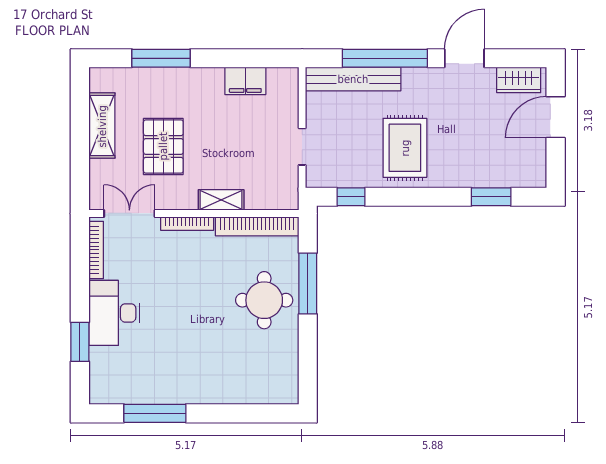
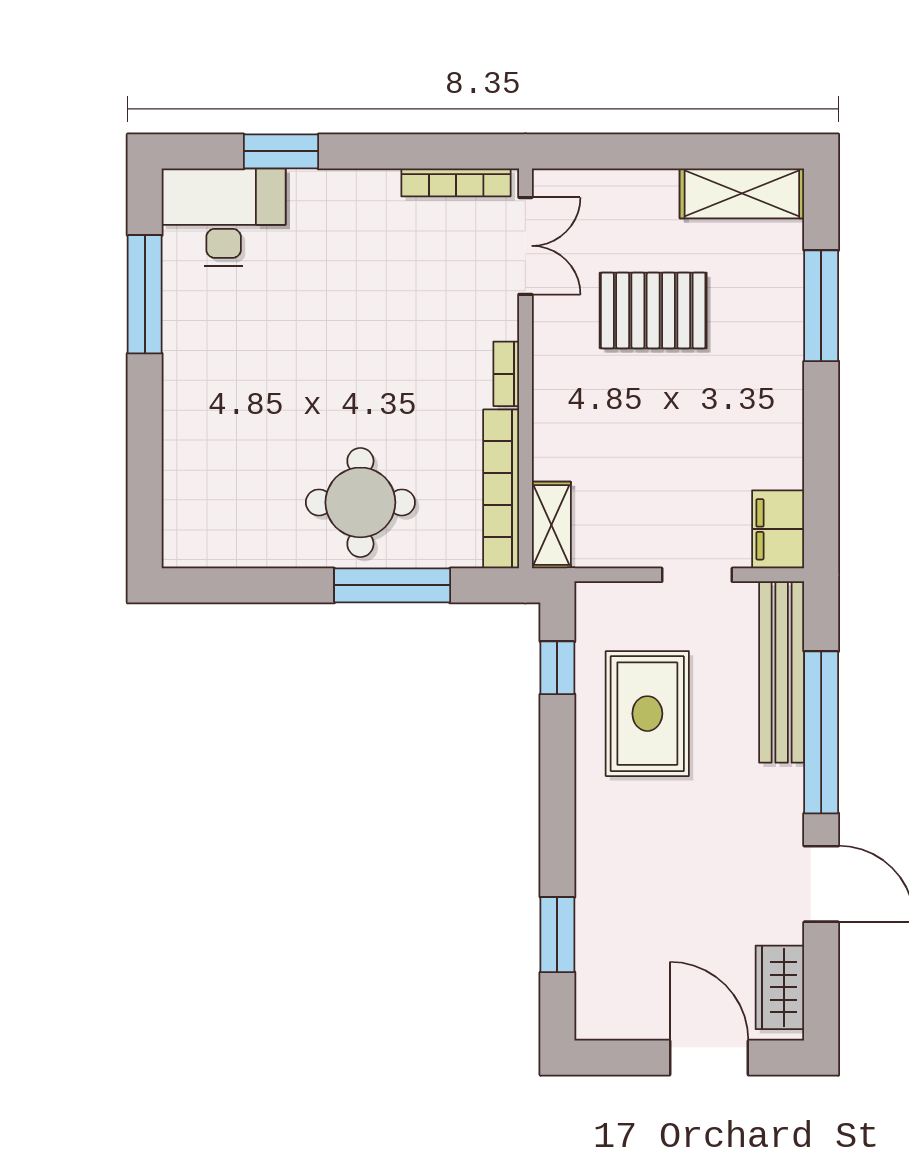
filing cabinet: (245, 81) -> (778, 529), moved
shelving: (102, 126) -> (742, 193), moved
doorway: (302, 147) -> (697, 575), moved
rug: (405, 148) -> (647, 714), moved, turned 90
shelving: (221, 200) -> (551, 525), moved
bookcase: (187, 224) -> (506, 374), width x0.64
desk: (114, 313) -> (224, 217), moved

